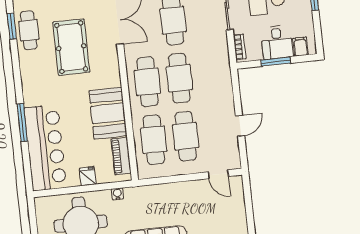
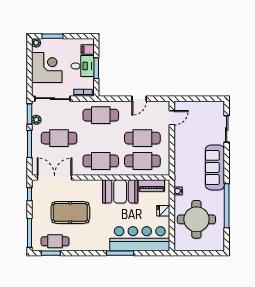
cafe table: (179, 78) -> (101, 115), moved
door: (240, 126) -> (139, 99), swing flipped

